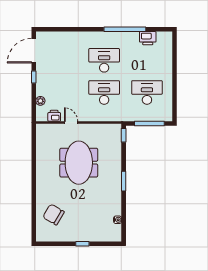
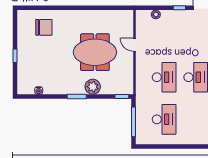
printer: (54, 116) -> (141, 28), removed
door: (71, 122) -> (135, 45), swing flipped
plant: (114, 165) -> (93, 87), added
chair: (54, 215) -> (44, 27), turned 60

